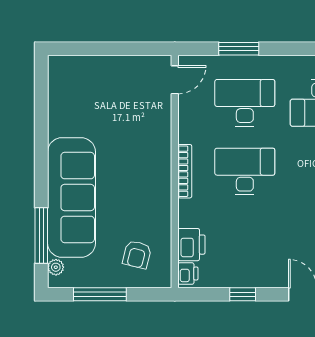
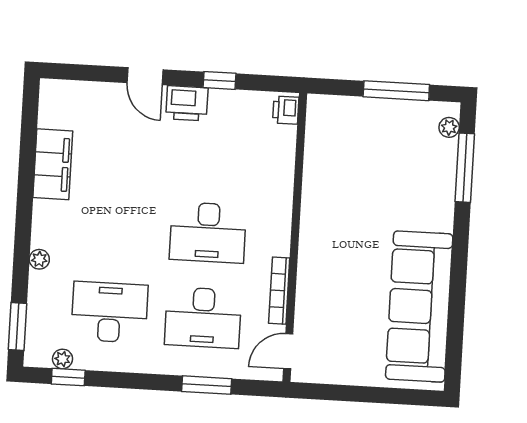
bookcase: (185, 171) -> (279, 291), moved
sofa: (71, 197) -> (419, 307), moved
printer: (191, 245) -> (187, 103), moved, turned -90
armchair: (137, 255) -> (348, 137), removed

